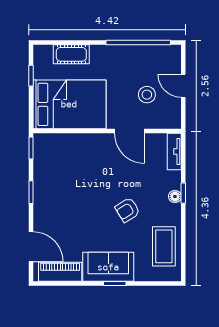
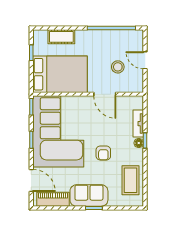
tv unit: (174, 152) -> (138, 124), moved
corner sofa: (67, 181) -> (58, 131), added
armchair: (127, 210) -> (103, 153), turned -58

